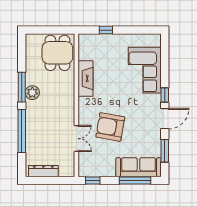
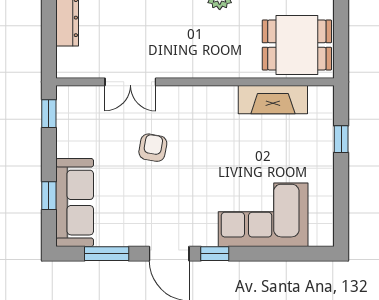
fireplace: (86, 78) -> (273, 100), moved
armchair: (110, 127) -> (153, 148), width x0.53, depth x0.53
window: (135, 180) -> (49, 196), width x0.46

